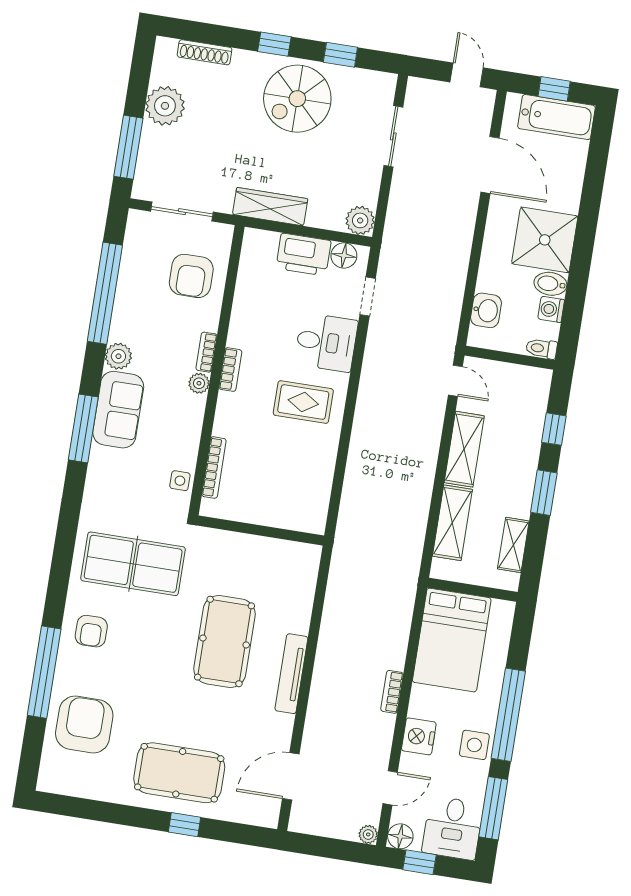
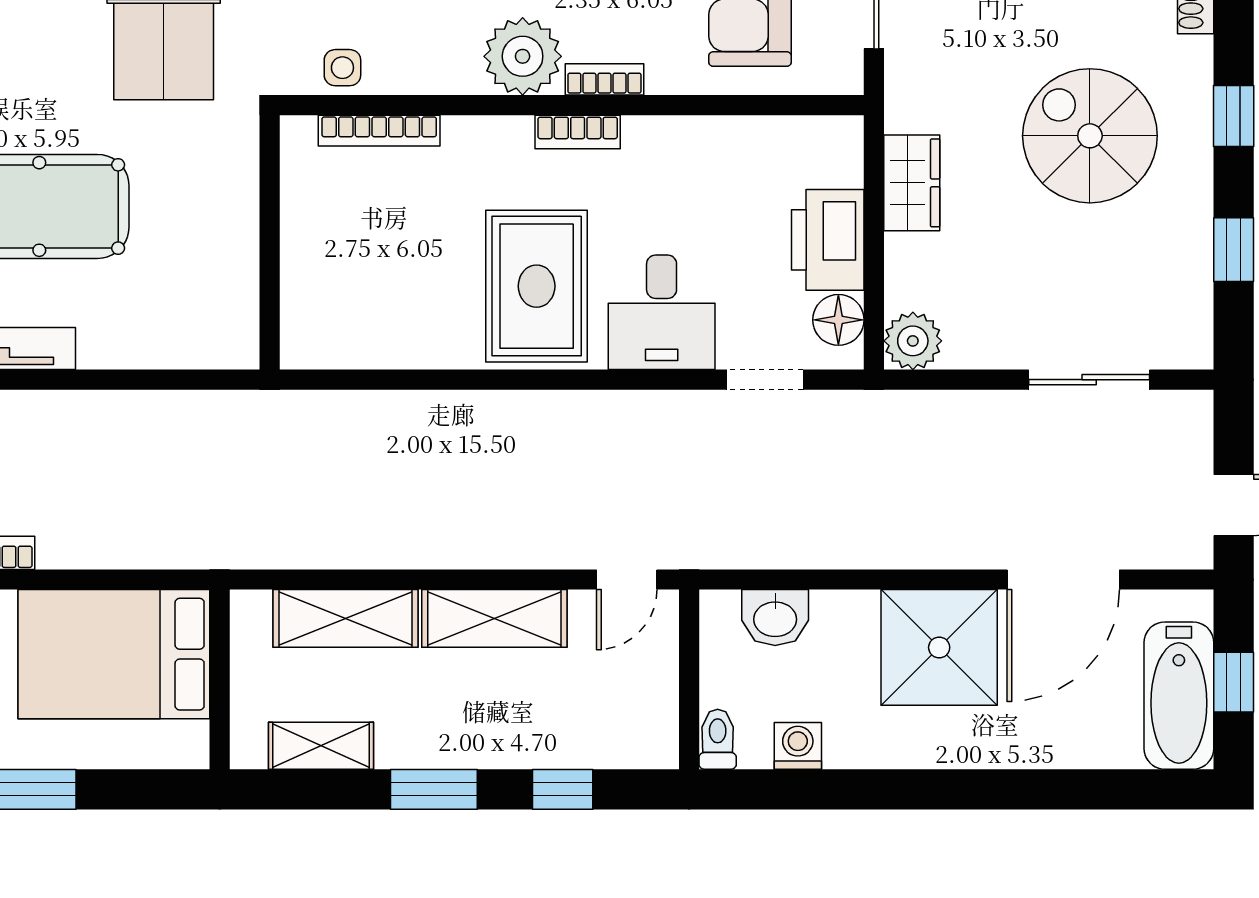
spiral stairs: (297, 99) -> (1090, 136), moved
wardrobe: (270, 207) -> (912, 183), width x0.67
shower: (545, 240) -> (939, 647), moved
bidet: (550, 284) -> (848, 736), removed
plant: (199, 383) -> (523, 56), width x1.87, depth x1.87
rug: (303, 402) -> (537, 286), width x1.36, depth x1.43

